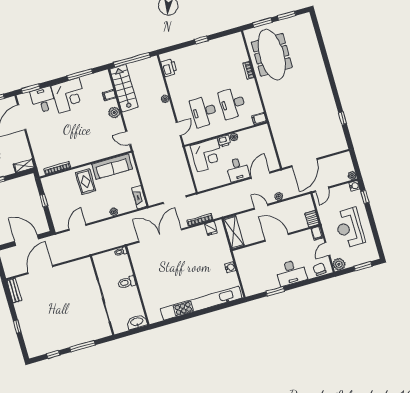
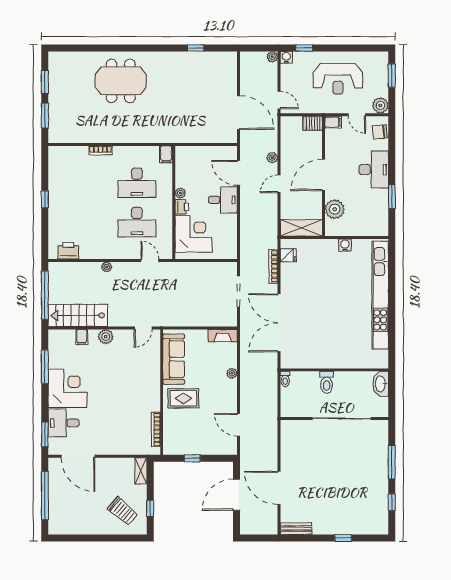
meeting table: (272, 55) -> (121, 81), moved, width x0.73
plant: (254, 252) -> (335, 209), added

